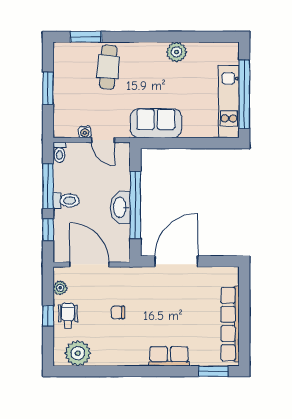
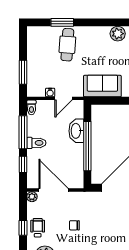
window: (86, 37) -> (62, 22), moved
window: (48, 88) -> (23, 72), moved
door: (103, 140) -> (64, 98), hinge flipped
washbasin: (120, 208) -> (76, 131), moved
plant: (60, 288) -> (32, 197), moved

